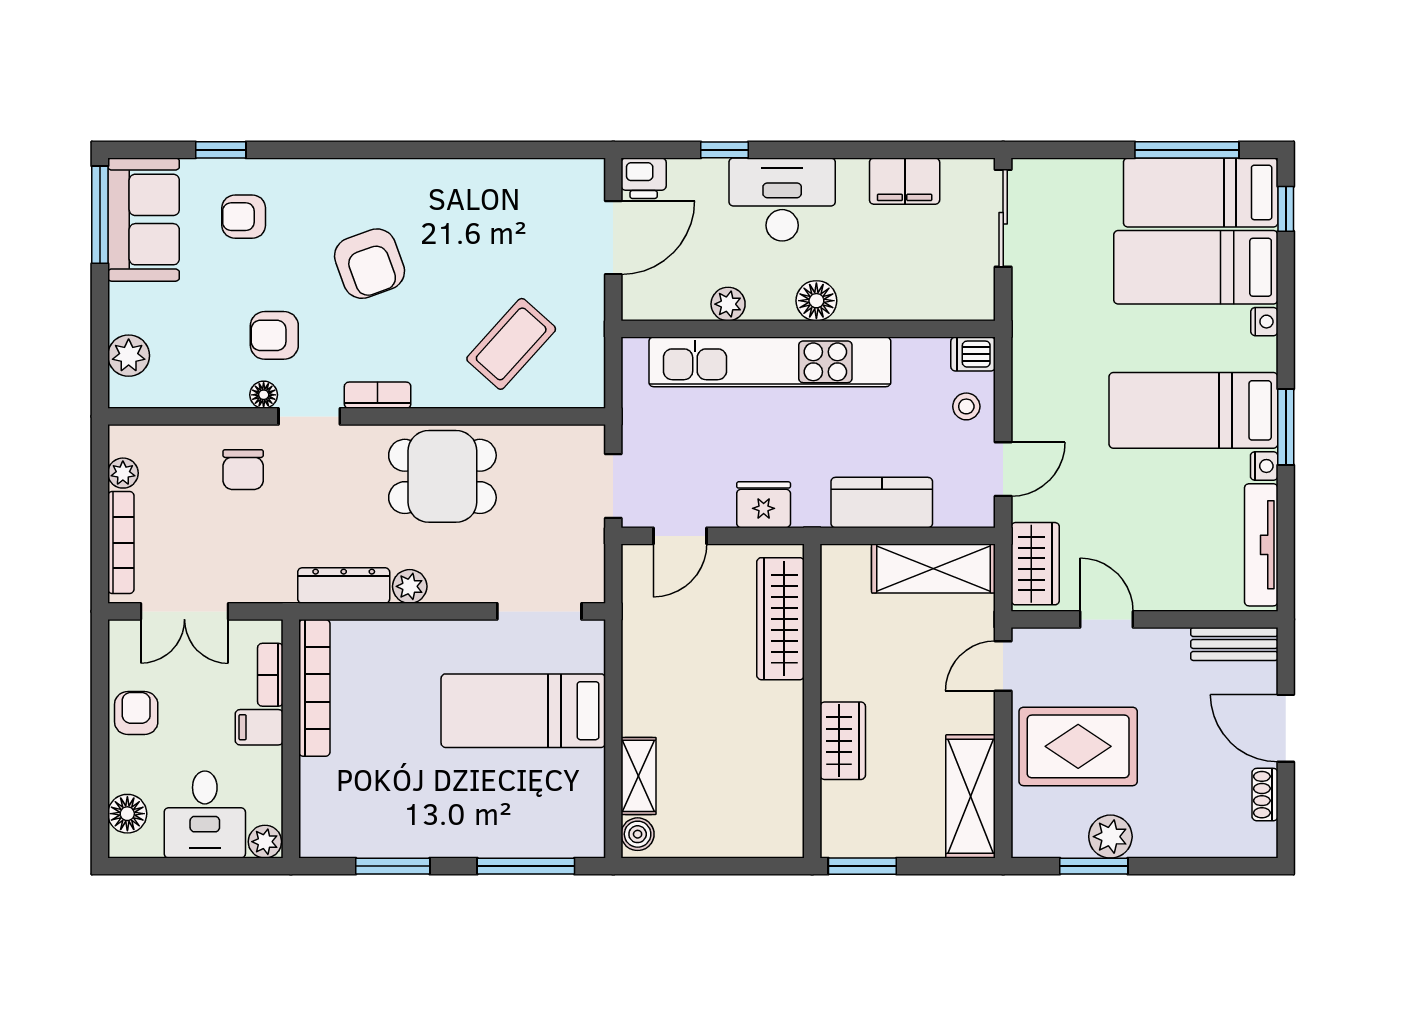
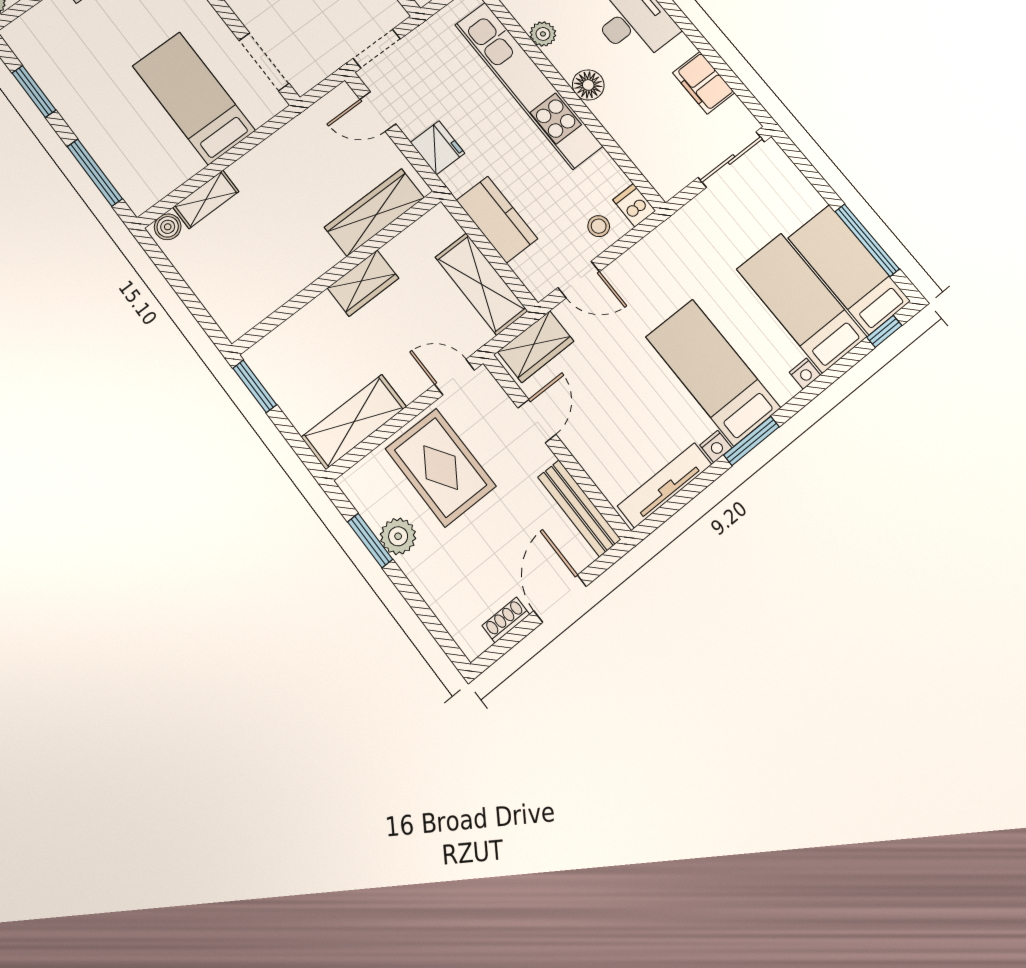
bench: (1234, 644) -> (579, 508), width x1.36
wardrobe: (843, 741) -> (363, 283), moved

